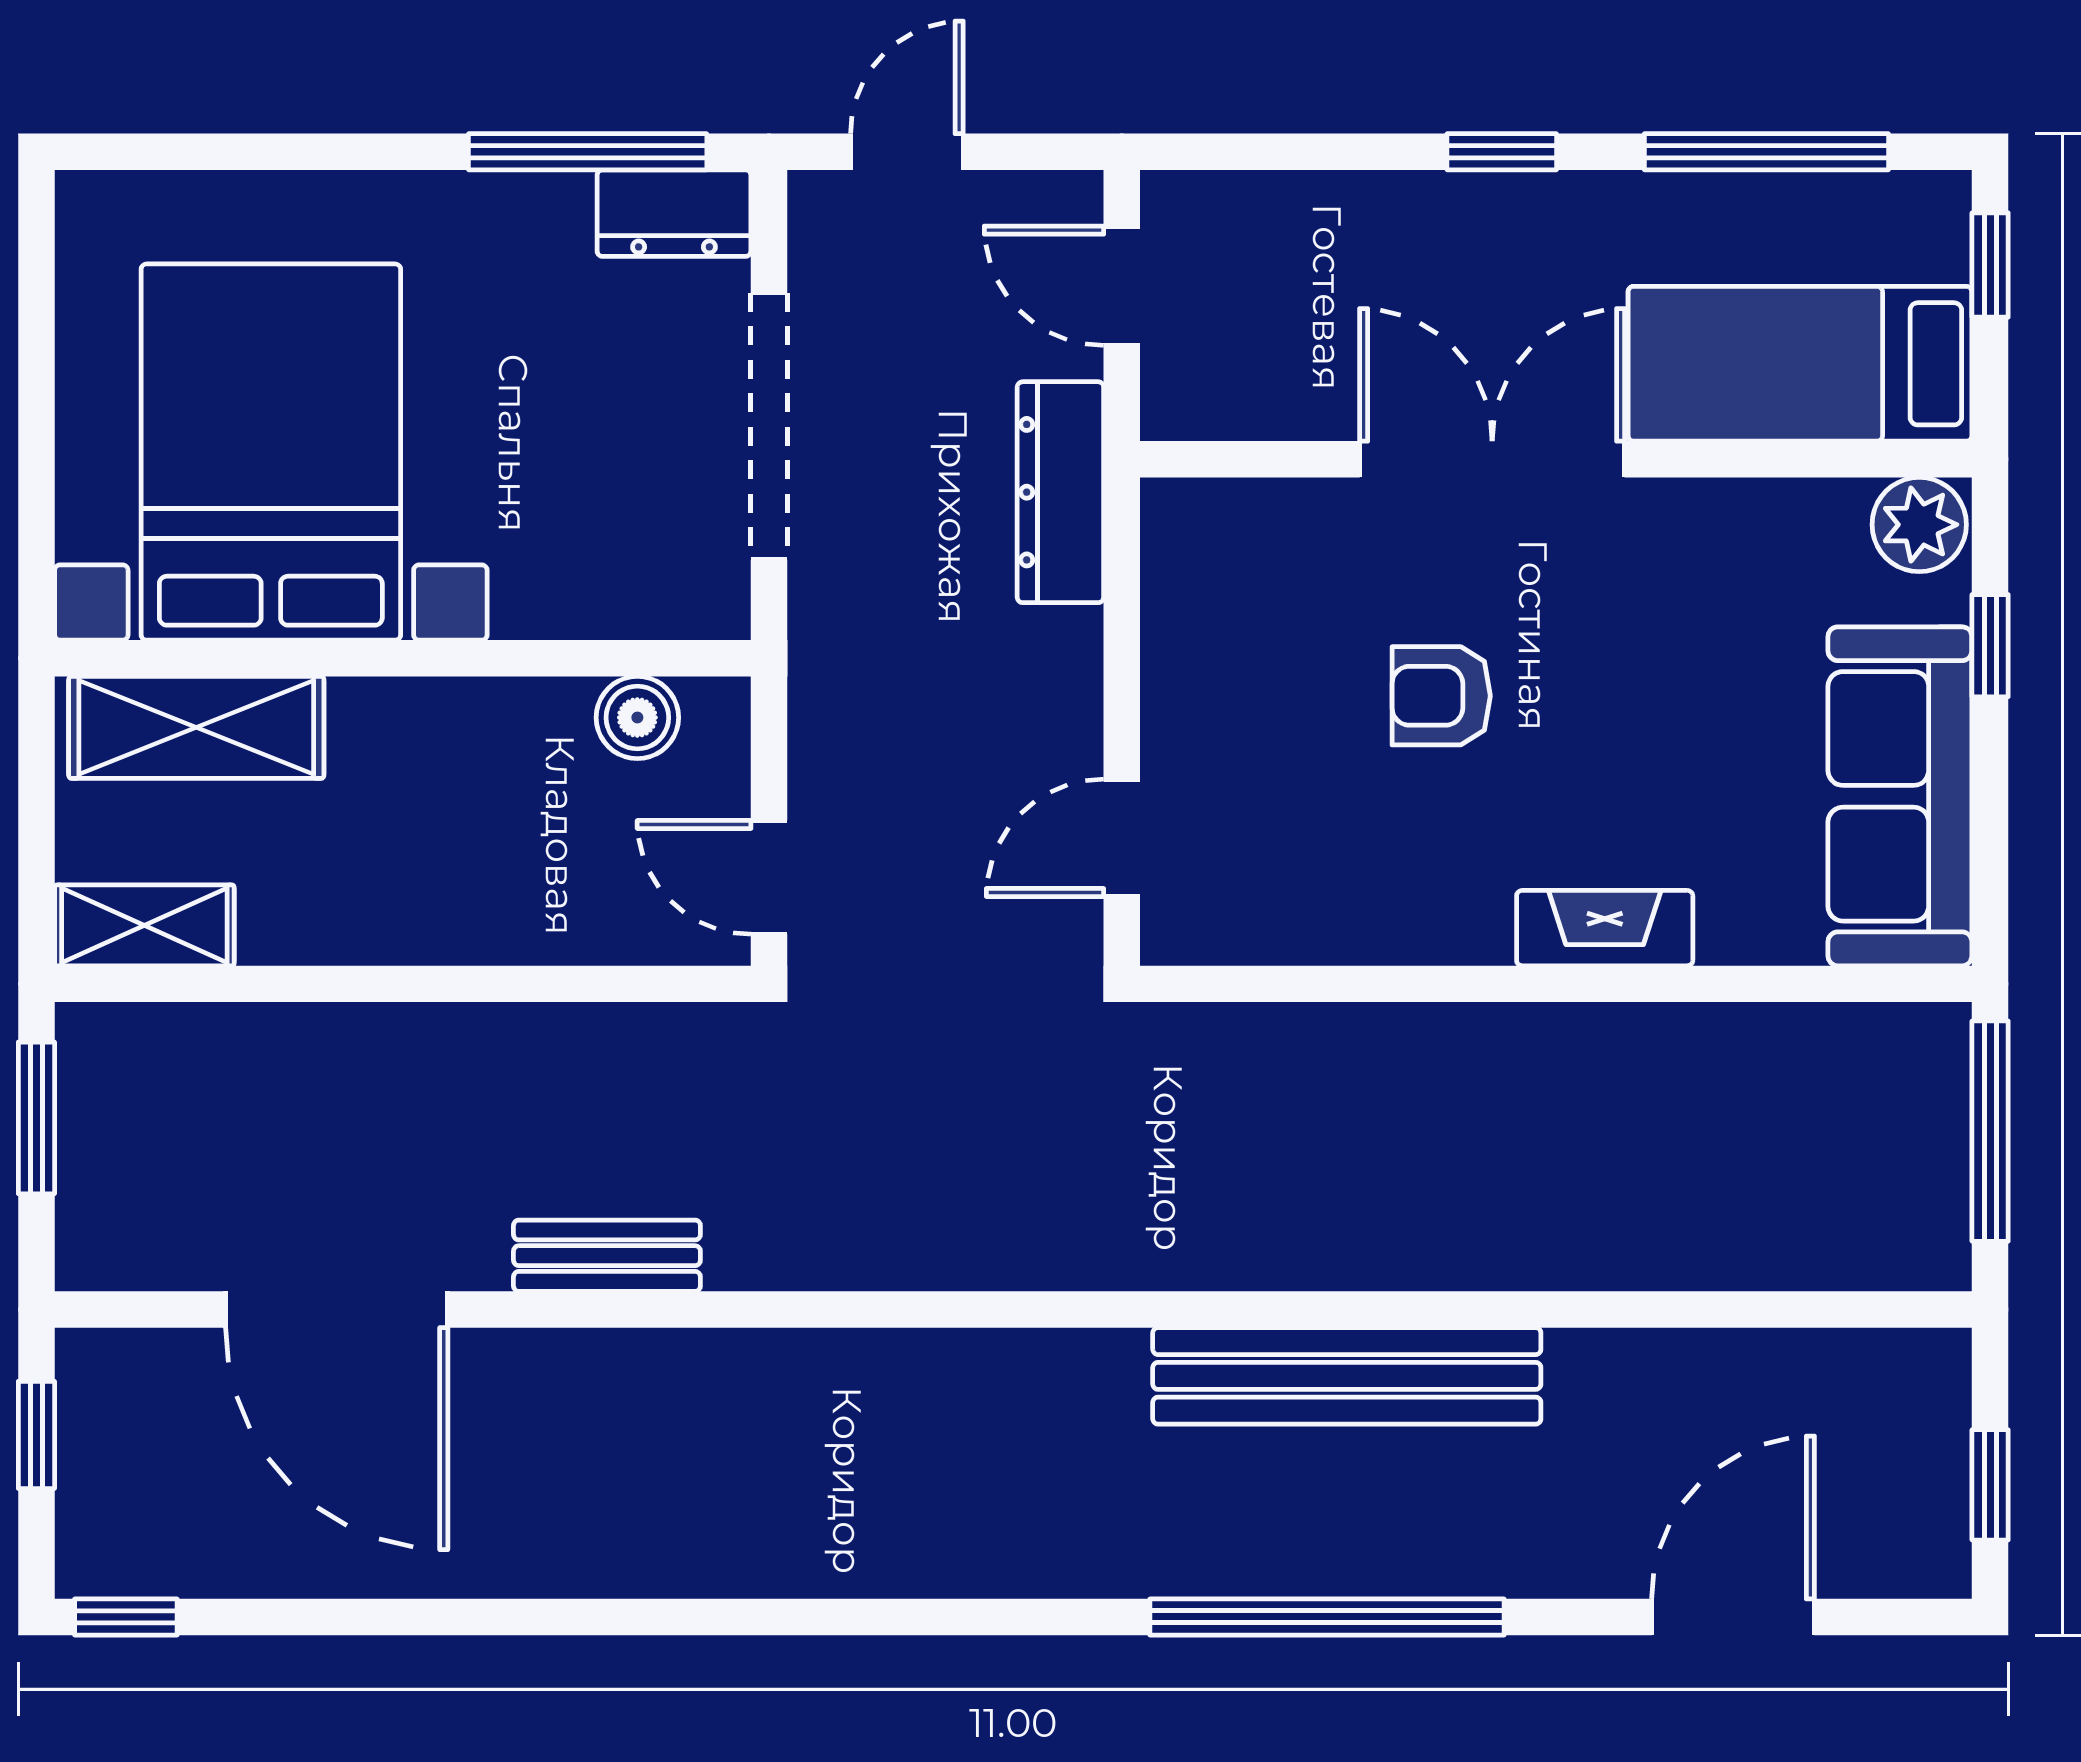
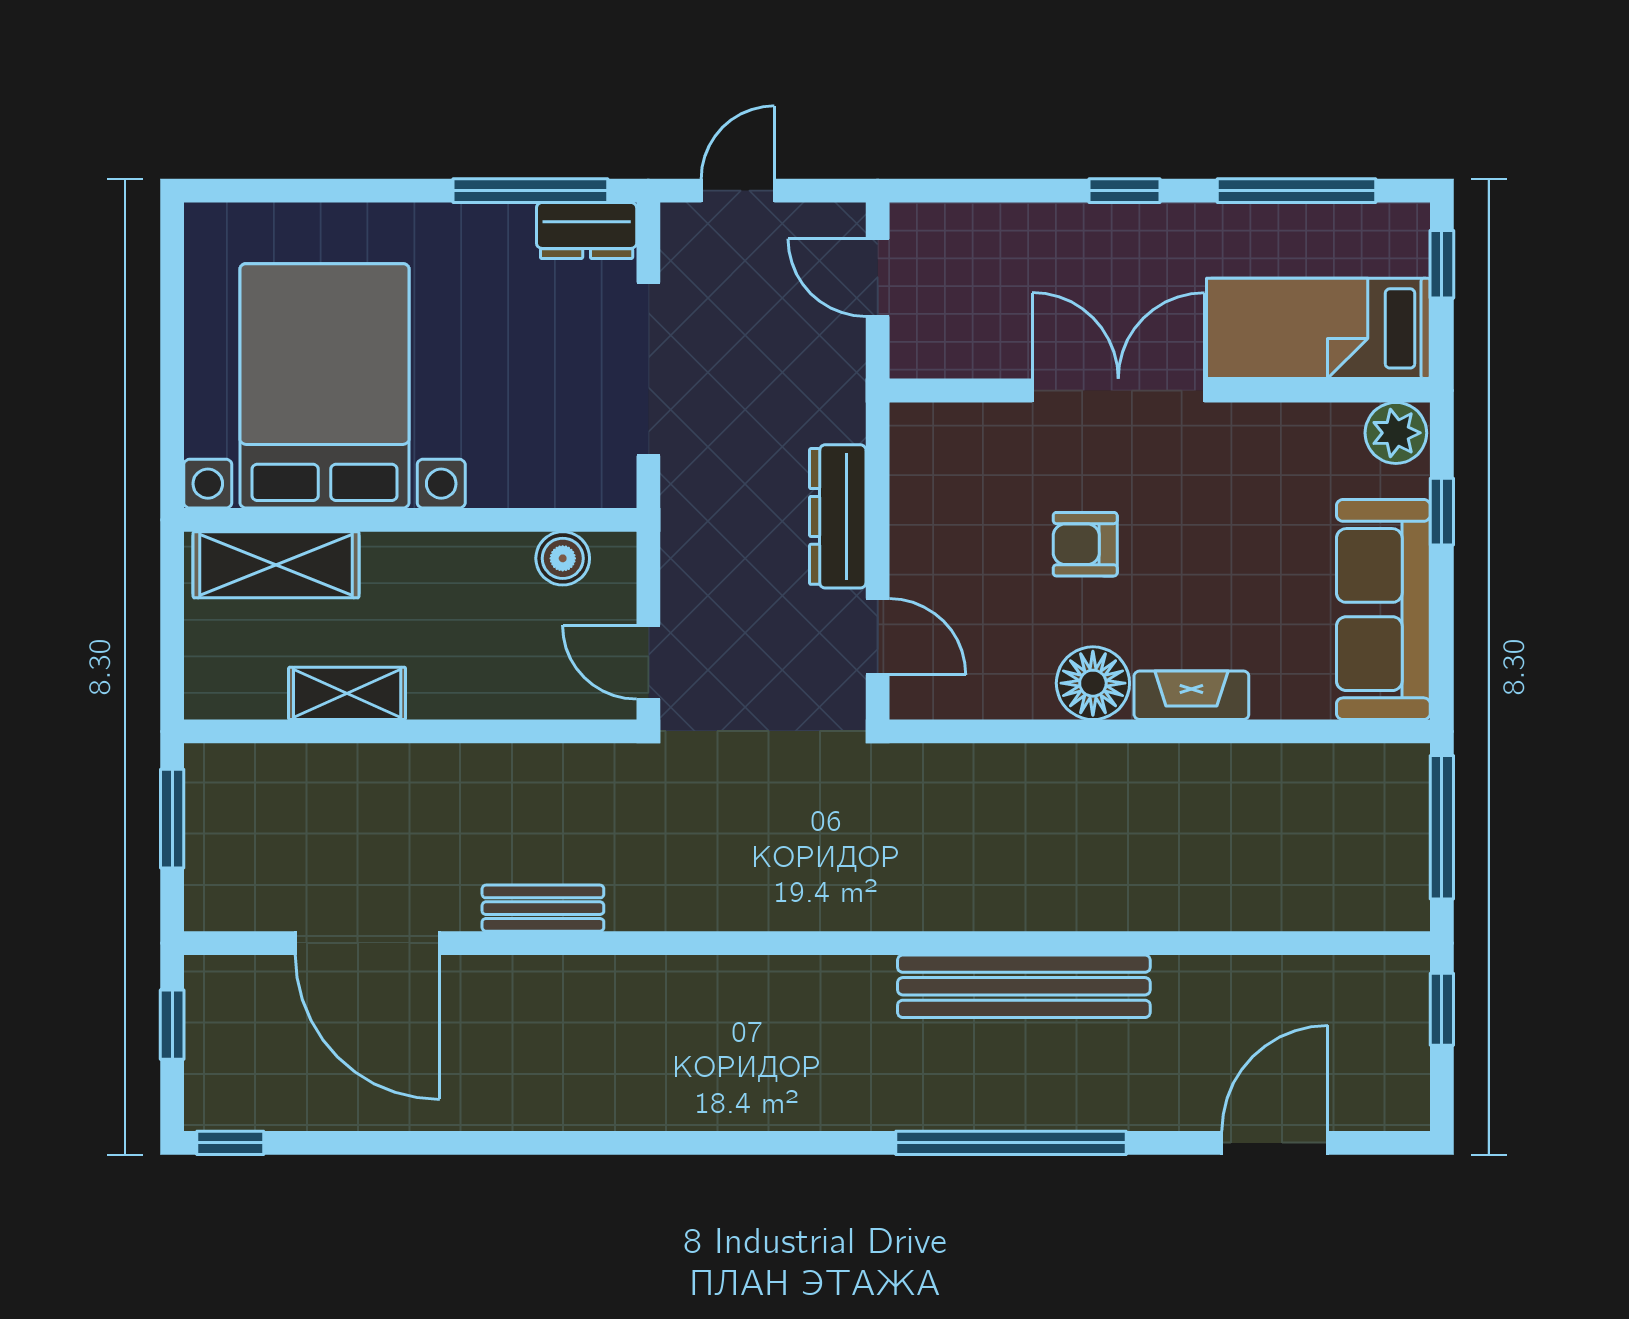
dresser: (1060, 492) -> (838, 516), moved
door: (1122, 838) -> (878, 637), swing flipped
floor lamp: (1453, 910) -> (1093, 683), added
shelving: (144, 925) -> (347, 693), moved
window: (1990, 1485) -> (1442, 1009), moved

